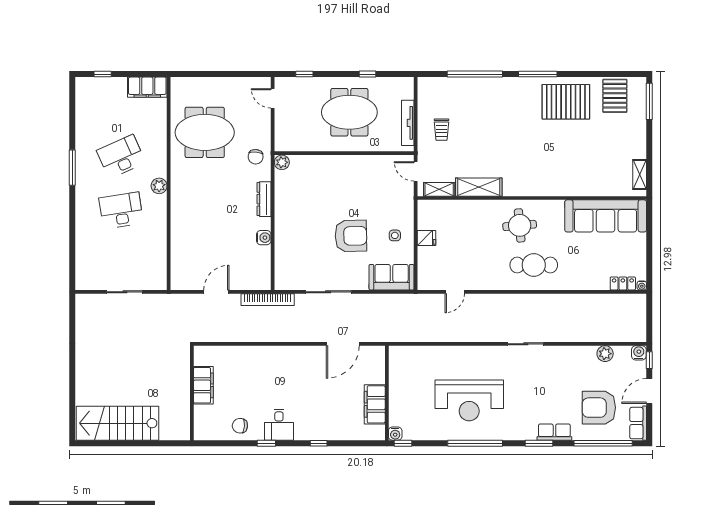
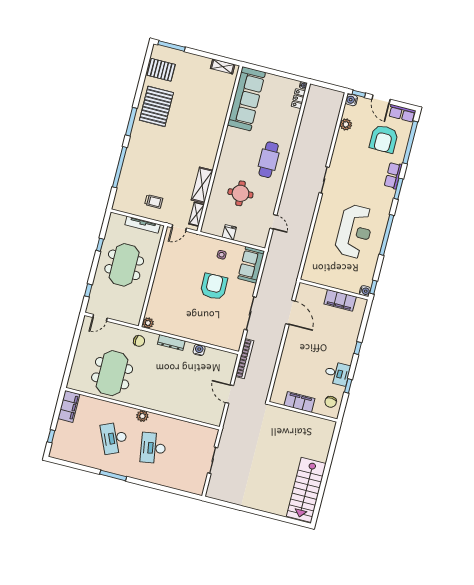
round table: (520, 225) -> (240, 193), moved
filing cabinet: (203, 385) -> (299, 402), moved
wall: (192, 393) -> (303, 412), moved

